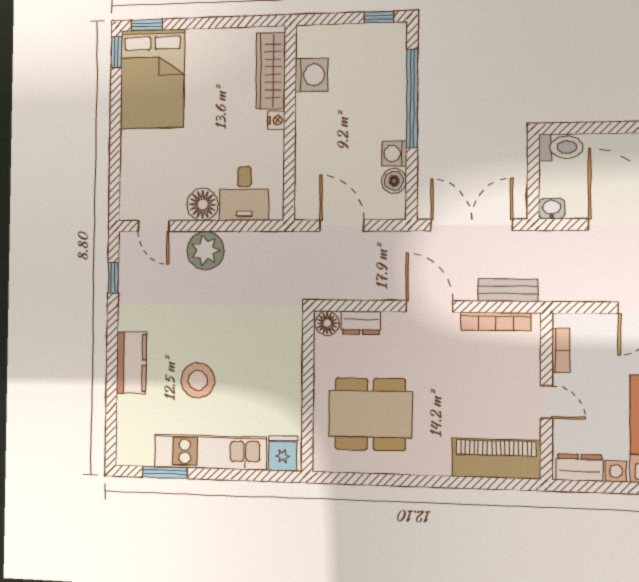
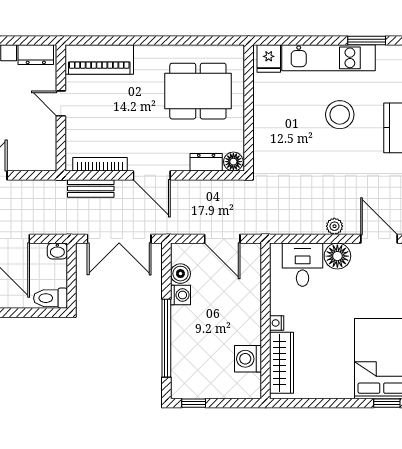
door: (154, 226) -> (379, 239), width x1.38
plant: (206, 250) -> (334, 226), width x0.53, depth x0.53
bookcase: (561, 350) -> (50, 143), removed

